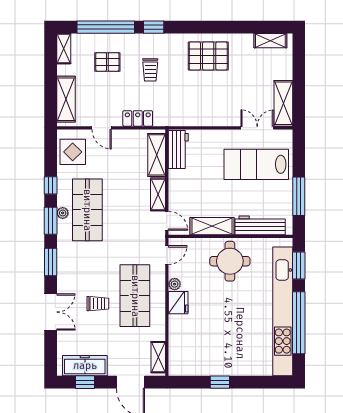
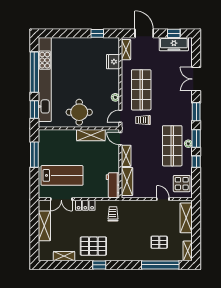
window: (154, 27) -> (99, 265), moved
shelving: (270, 41) -> (64, 256), moved
trolley: (150, 70) -> (113, 214), moved
shelving: (283, 103) -> (44, 226), moved
locker: (138, 118) -> (85, 205), moved
workbench: (260, 225) -> (59, 136), removed
fridge: (178, 303) -> (113, 62), moved
trolley: (98, 304) -> (143, 120), moved
window: (220, 382) -> (97, 33), moved

